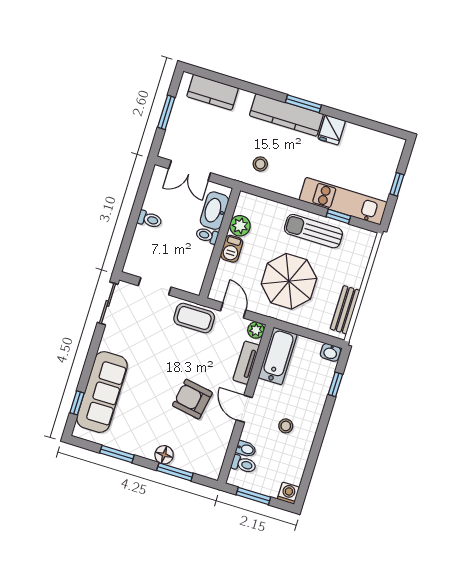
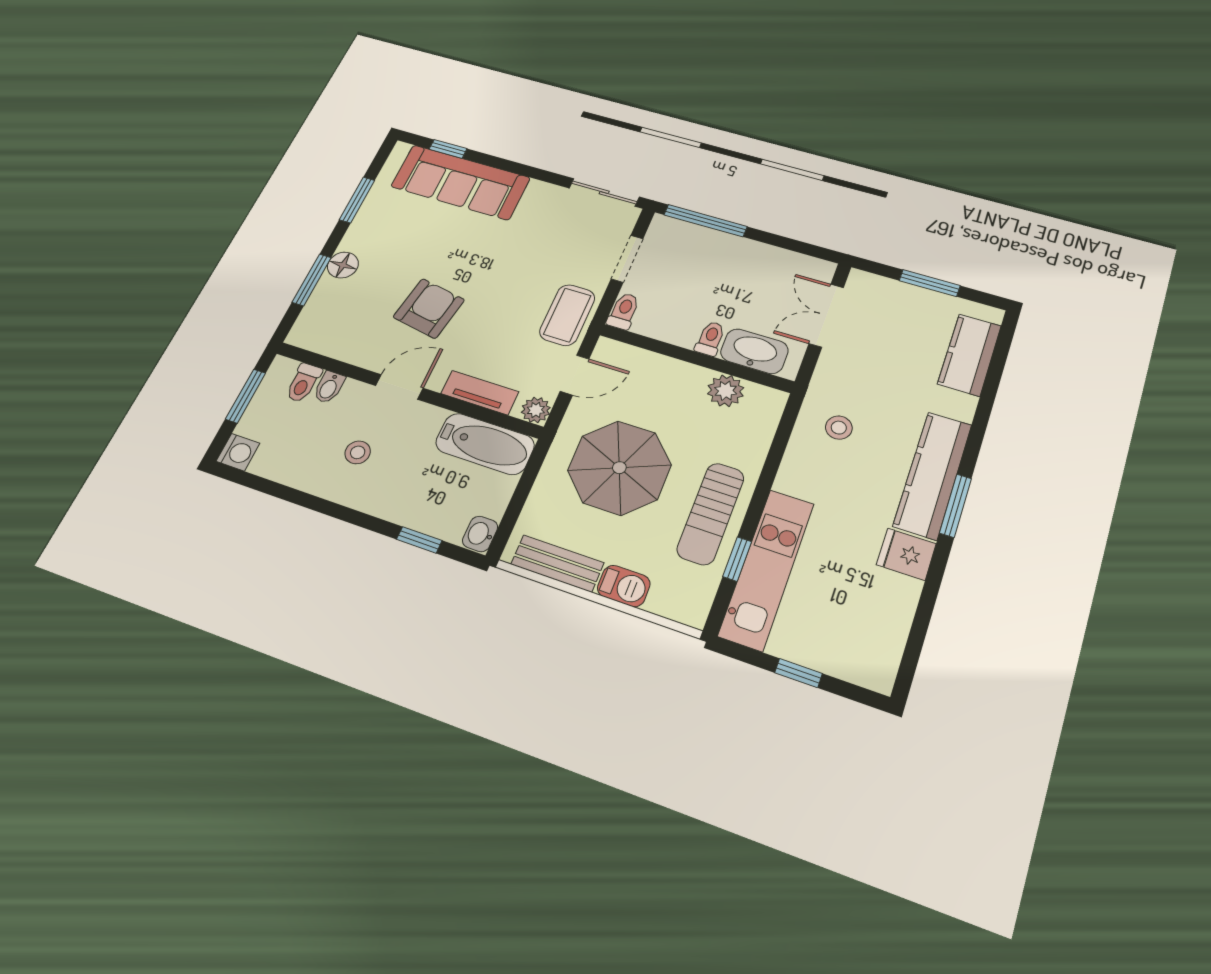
toilet: (150, 219) -> (624, 311), moved, turned 180
sun lounger: (313, 231) -> (711, 513), turned 180
window: (127, 242) -> (705, 221), added
barbecue: (232, 249) -> (624, 586), moved, turned 180

